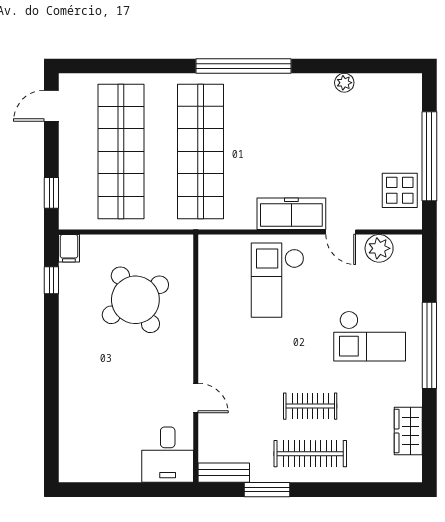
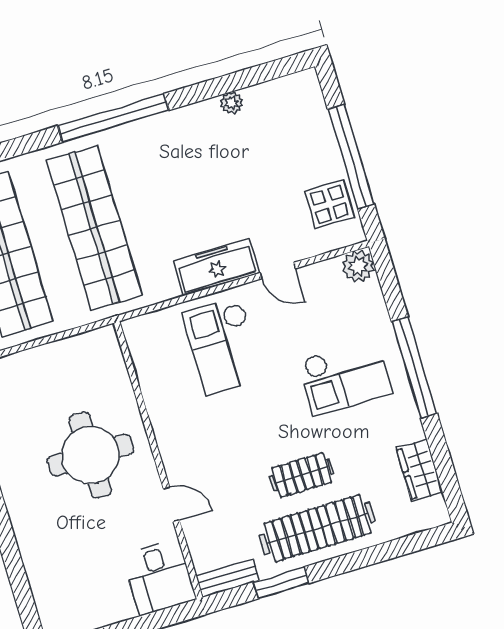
plant: (379, 248) -> (358, 266), moved
round table: (135, 300) -> (90, 455), moved, turned 32
clothes rail: (310, 454) -> (318, 528), width x1.37, depth x1.31

